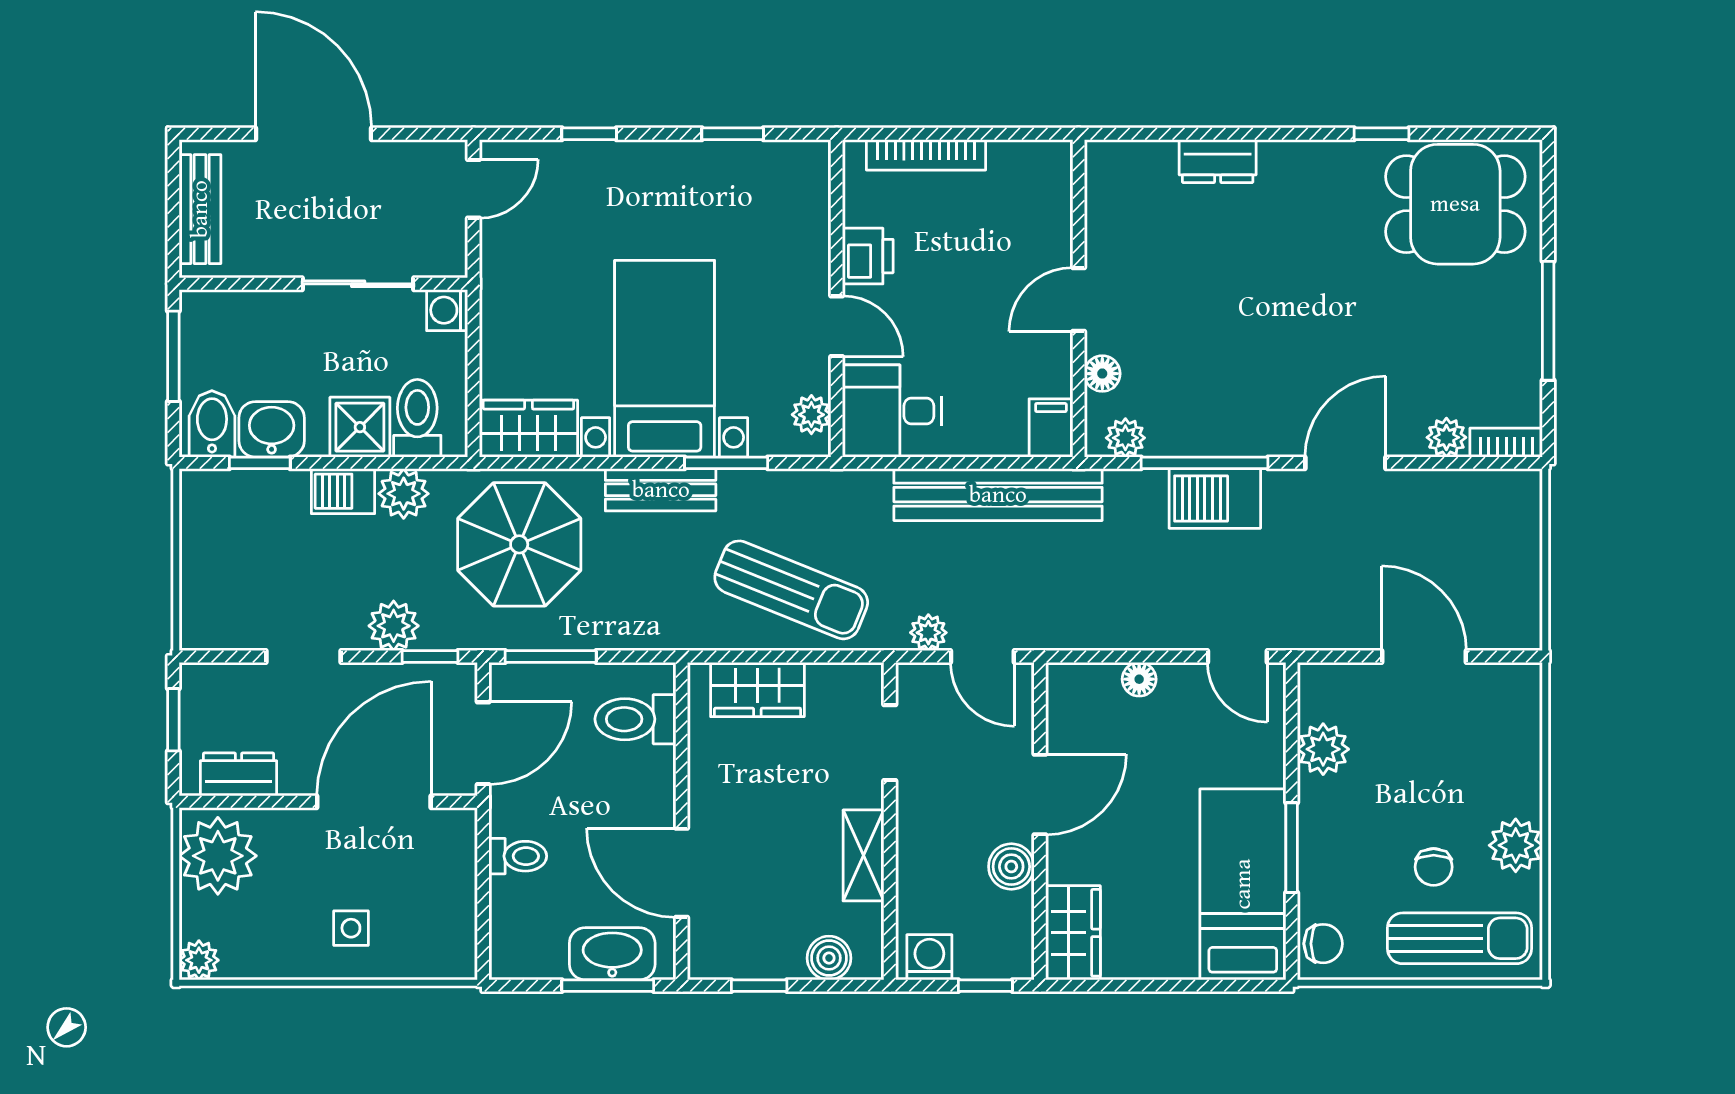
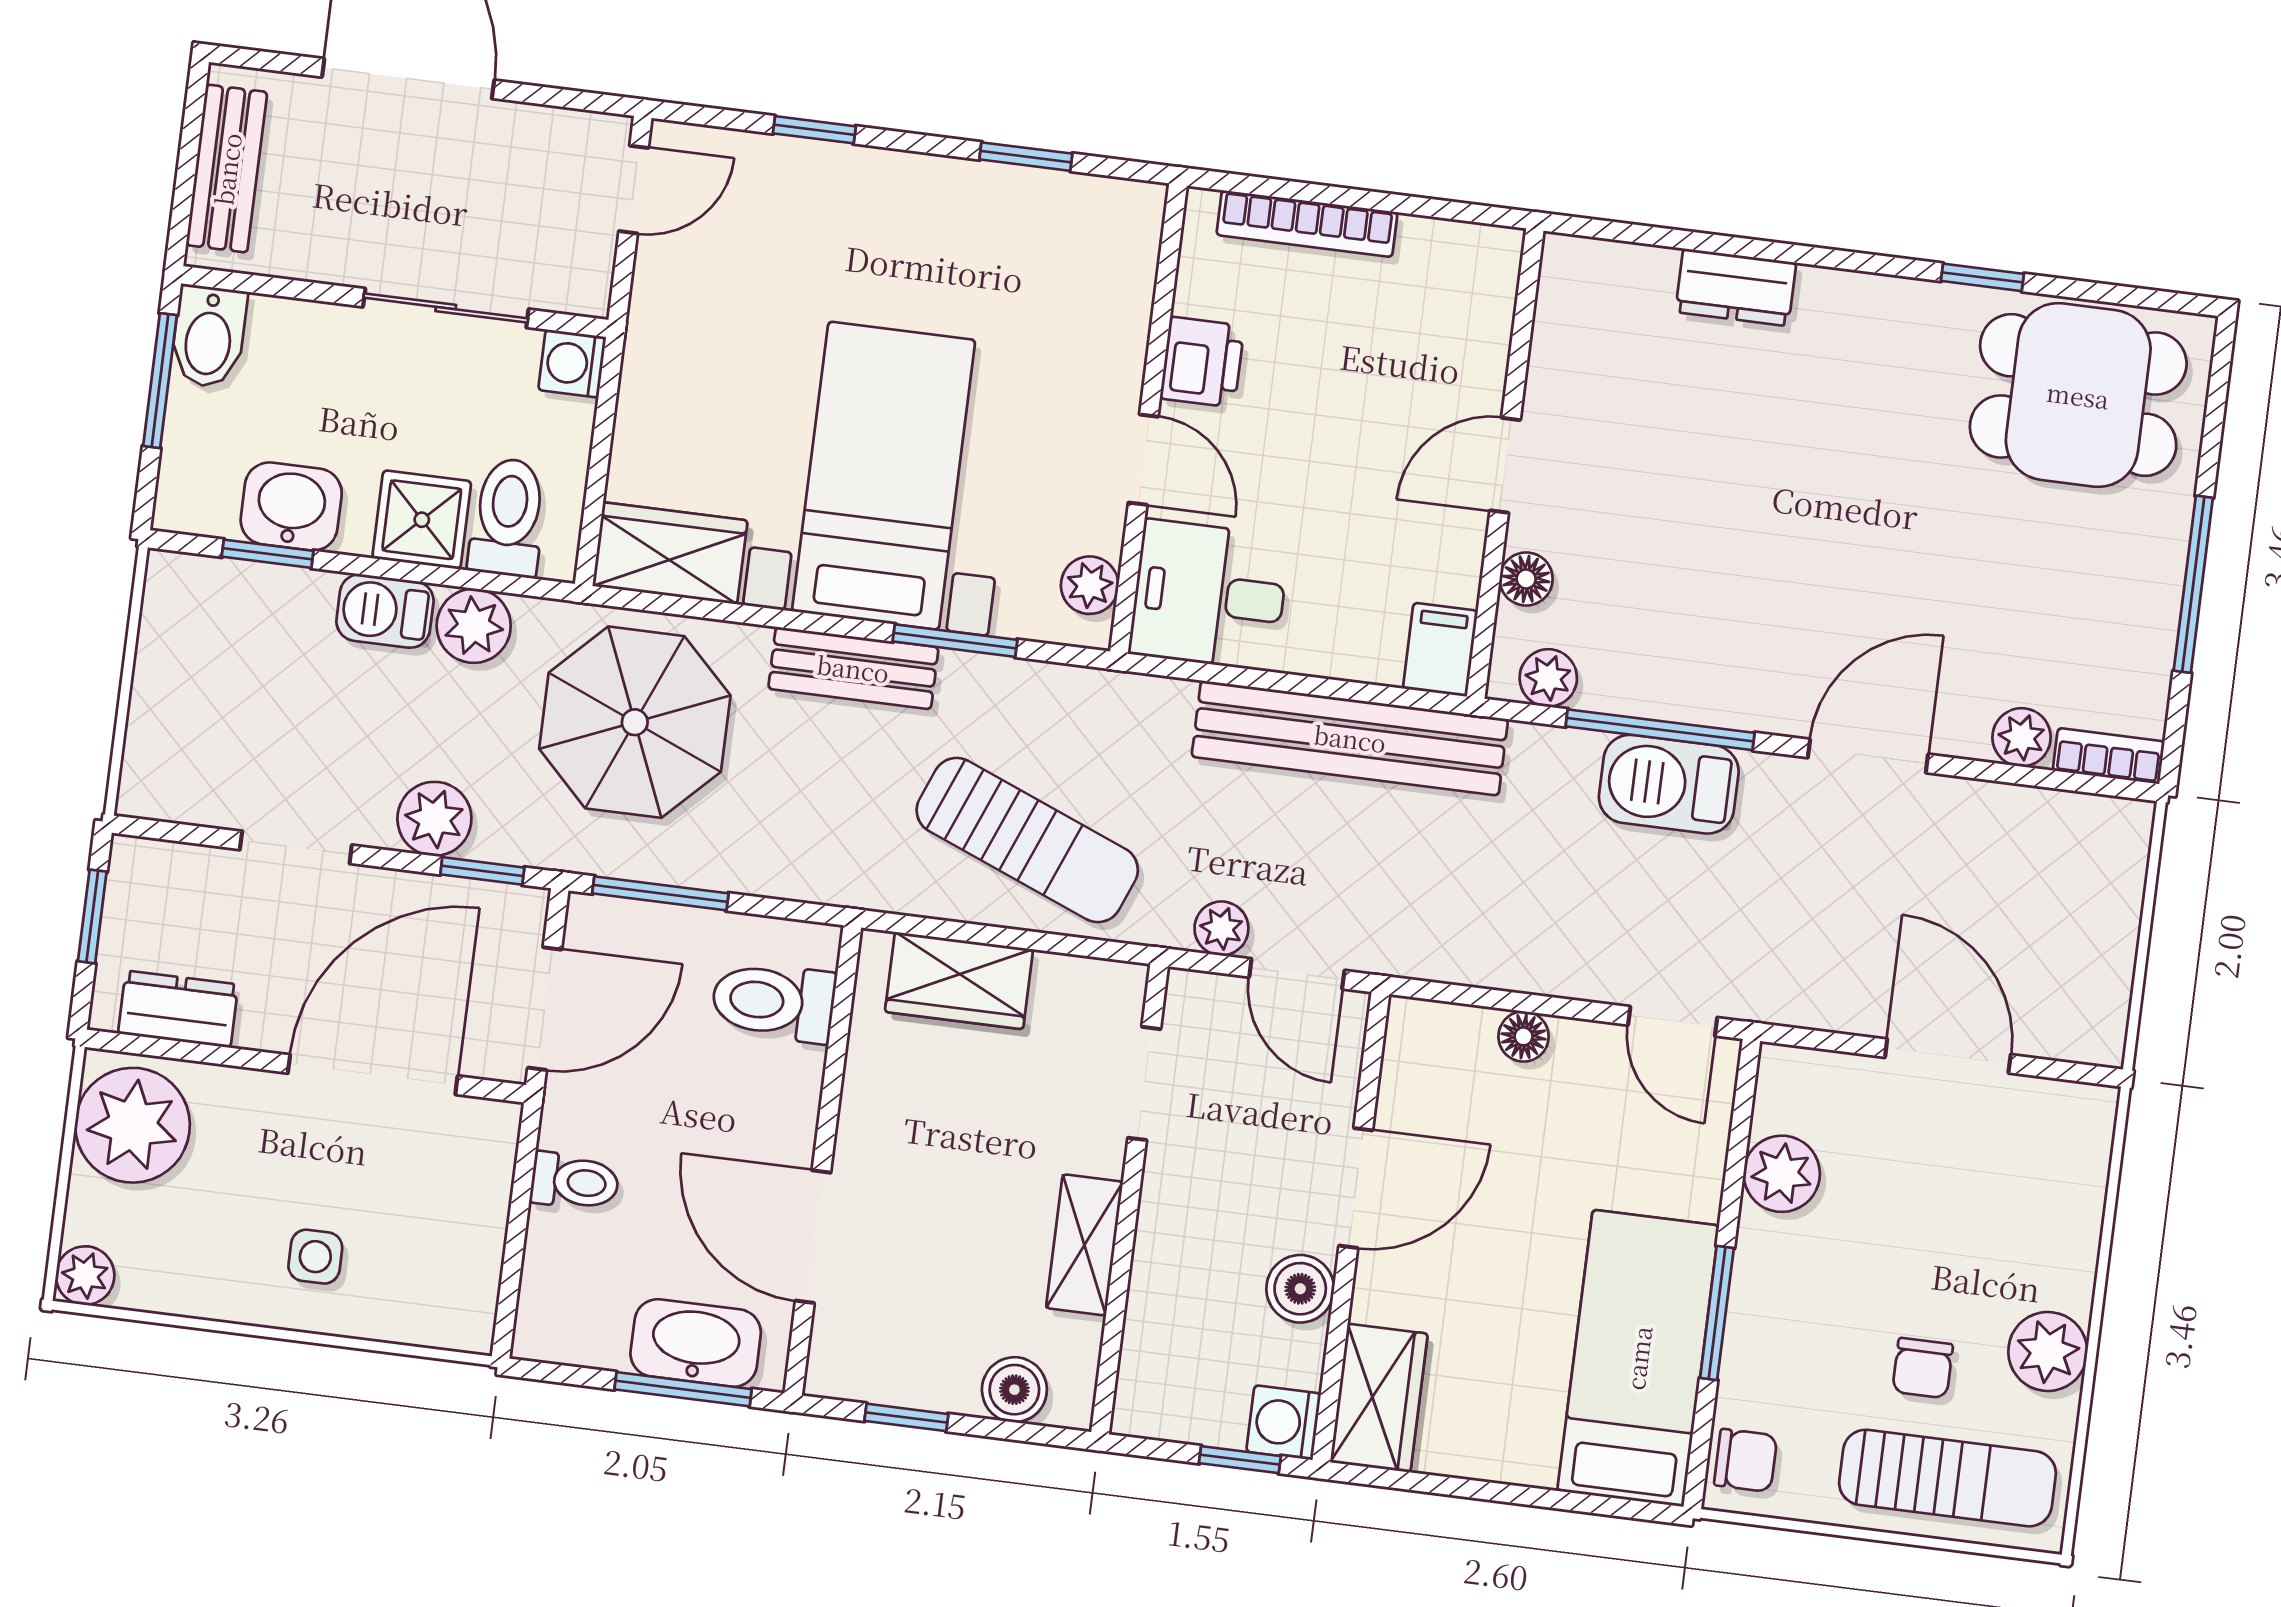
bidet: (212, 424) -> (209, 337), moved, turned 180
washing machine: (929, 957) -> (1284, 1423), moved, turned -90

